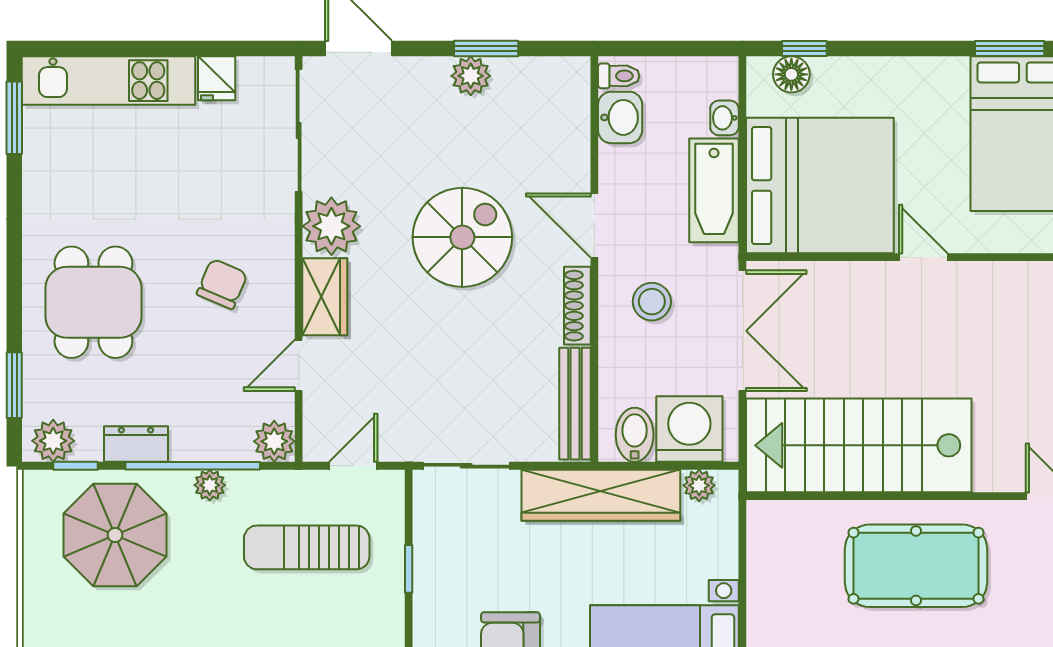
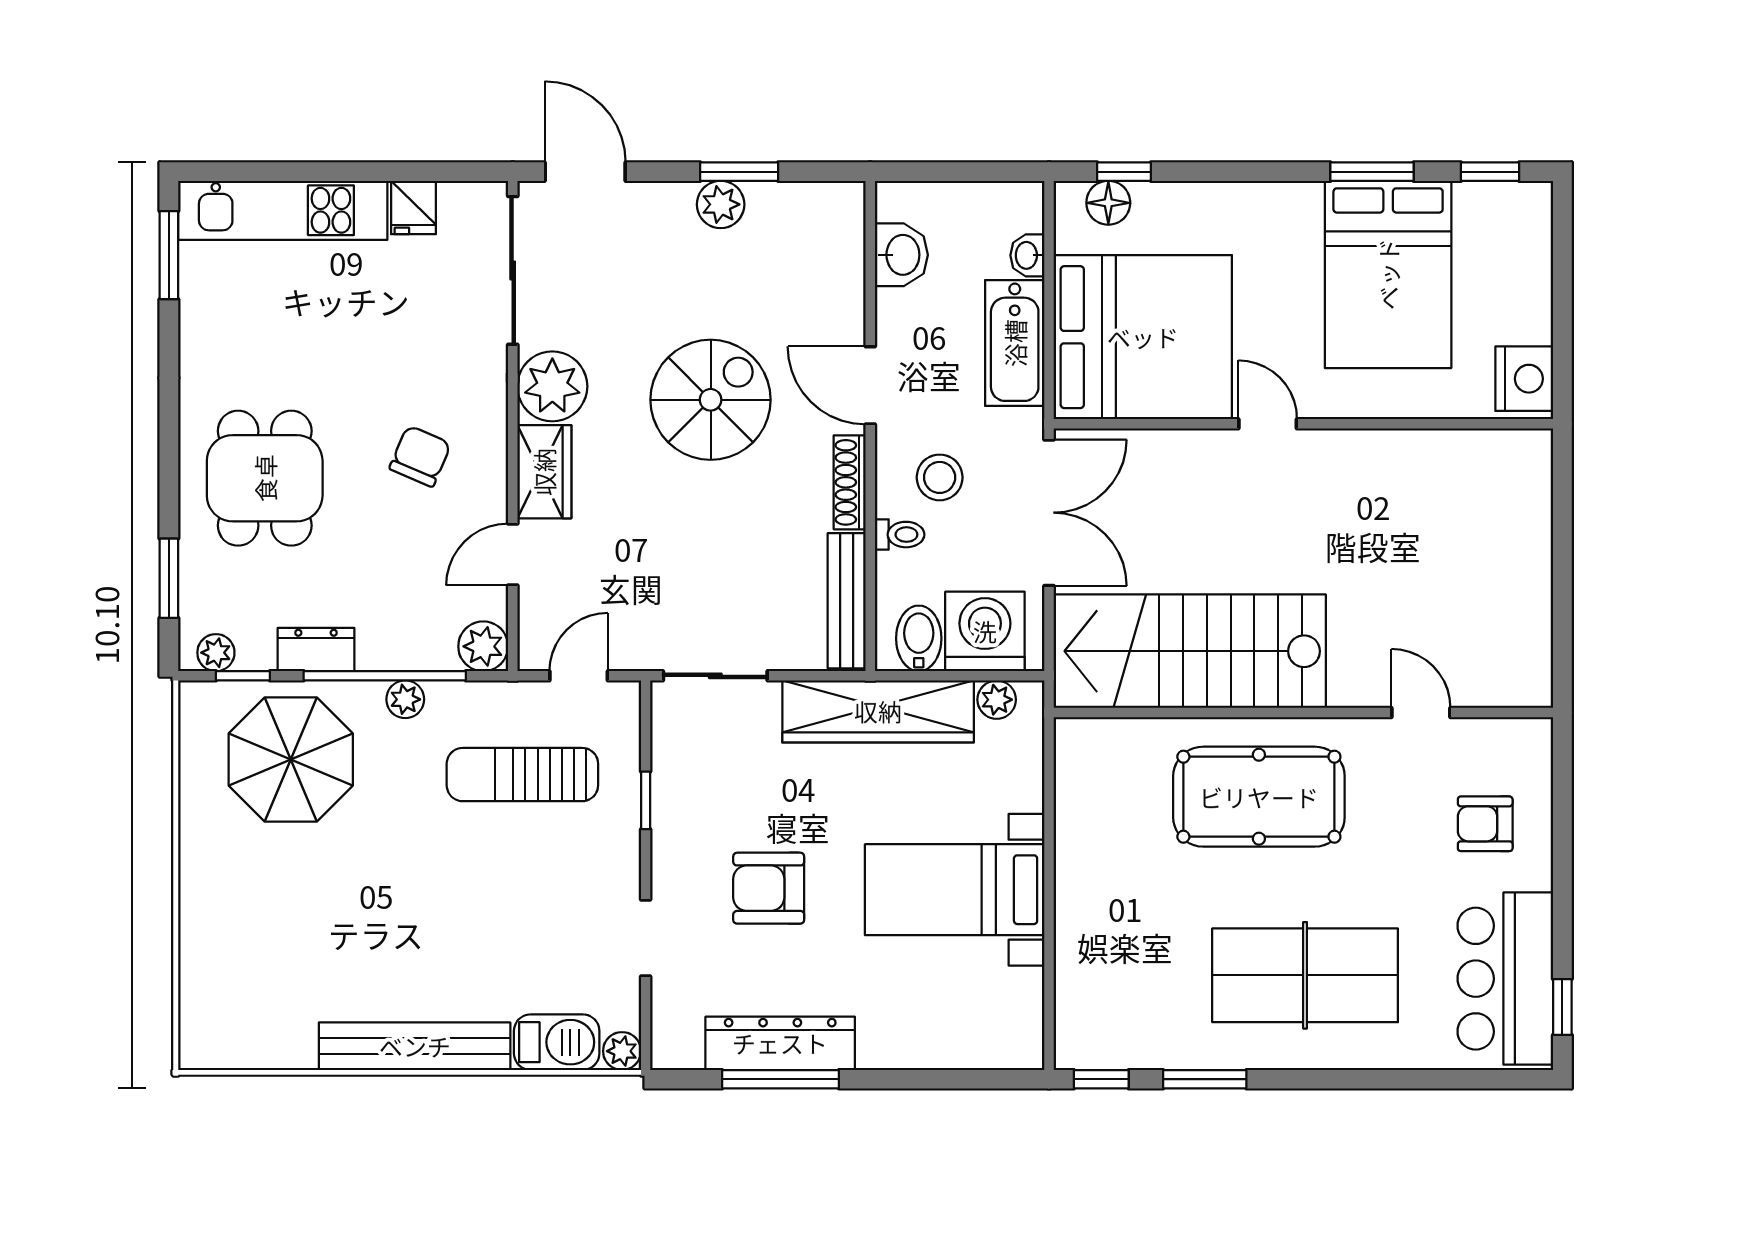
toilet: (619, 76) -> (900, 535), moved
plant: (53, 441) -> (216, 653), width x0.73, depth x0.73

